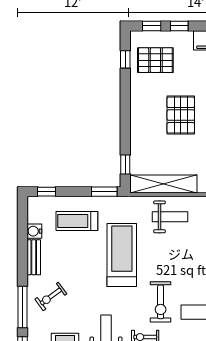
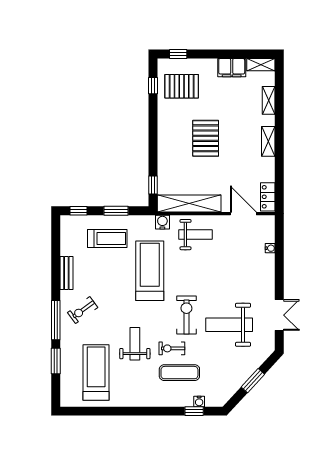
window: (179, 26) -> (204, 54), removed
window: (104, 192) -> (116, 211), moved
treadmill: (77, 221) -> (107, 239), turned 180
water cooler: (34, 231) -> (162, 222), moved, turned 90
exercise bike: (161, 302) -> (186, 315), turned 180

